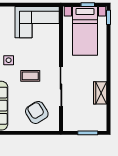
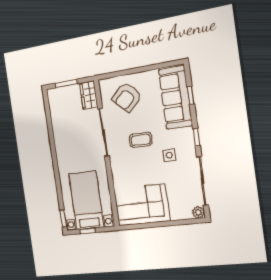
wardrobe: (100, 93) -> (89, 95), moved, turned 180
armchair: (37, 112) -> (127, 97), turned 78

